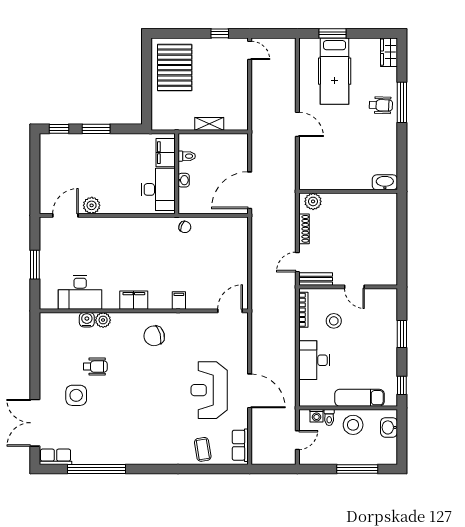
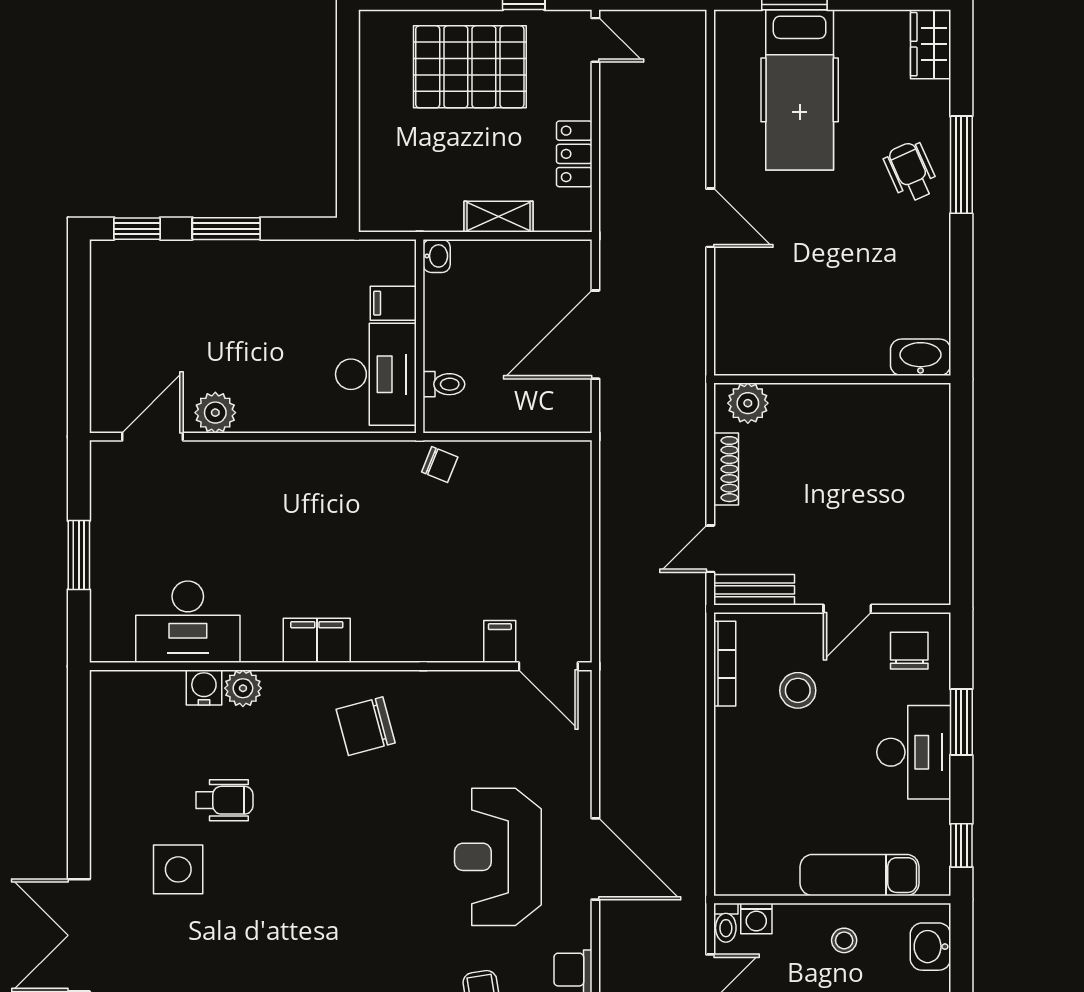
pallet: (175, 68) -> (470, 67), moved, turned 90
locker: (241, 98) -> (574, 154), added
wheelchair: (381, 105) -> (911, 172), turned -116
filing cabinet: (166, 153) -> (393, 303), width x0.50
toilet: (187, 156) -> (444, 384), moved
washbasin: (184, 180) -> (437, 256), moved
door: (250, 190) -> (595, 335), moved
door: (354, 287) -> (847, 609), hinge flipped
filing cabinet: (179, 301) -> (500, 641), moved
chair: (380, 304) -> (909, 651), added
door: (230, 311) -> (548, 666), swing flipped
desk: (314, 360) -> (914, 752), moved, turned 180
toilet: (329, 417) -> (726, 923), moved
stool: (353, 425) -> (844, 940), width x0.53, depth x0.53

